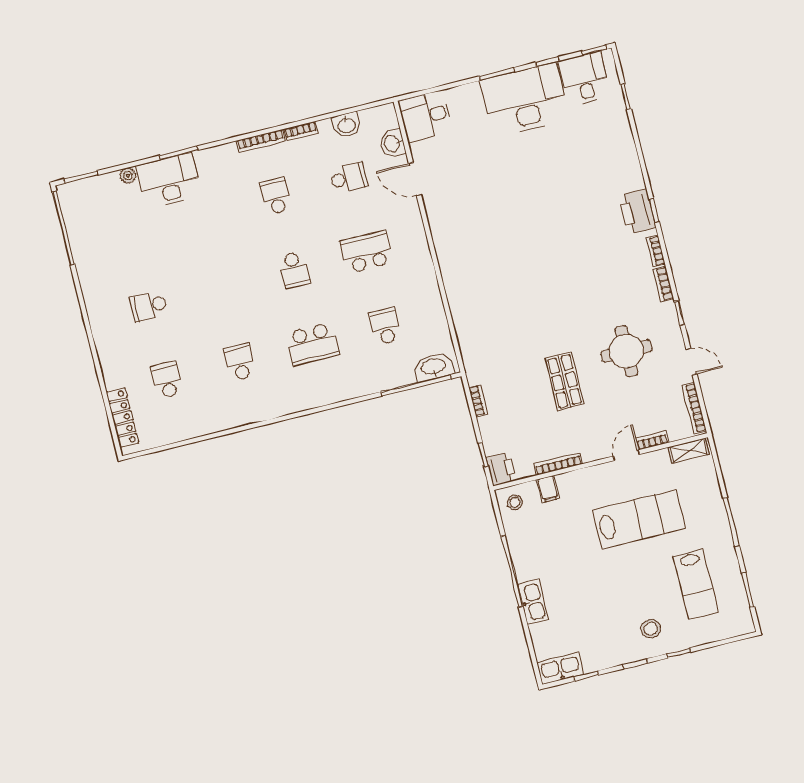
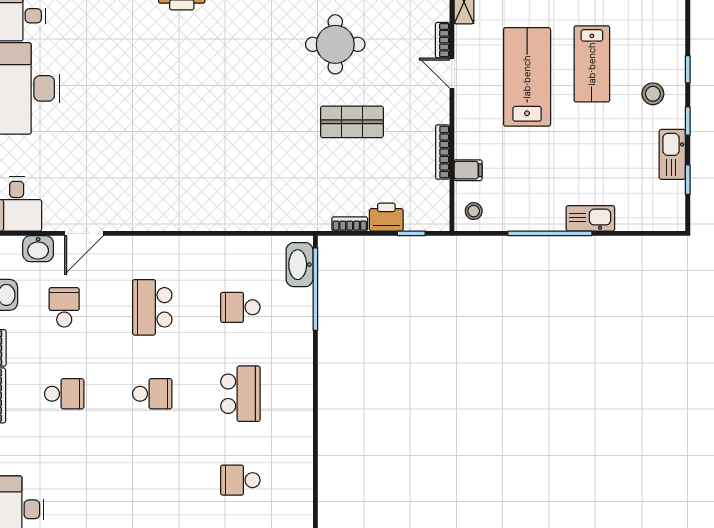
school desk: (276, 196) -> (64, 394), turned 180
printer: (501, 469) -> (386, 217), moved
lab bench: (696, 584) -> (592, 64), moved, turned 90
kitchen sink: (560, 669) -> (672, 154), moved

